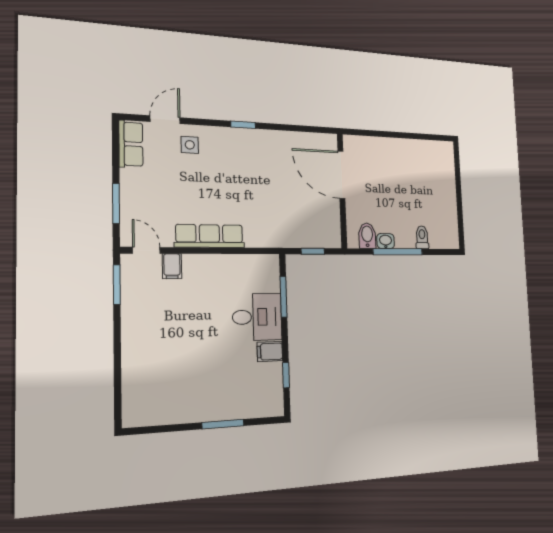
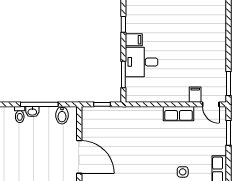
row of seats: (209, 236) -> (178, 114), width x0.68
washbasin: (386, 241) -> (32, 112), moved

